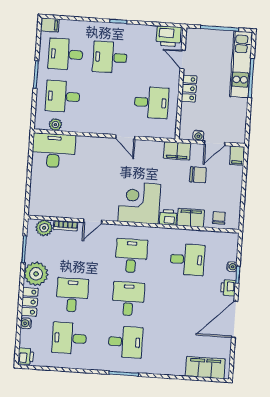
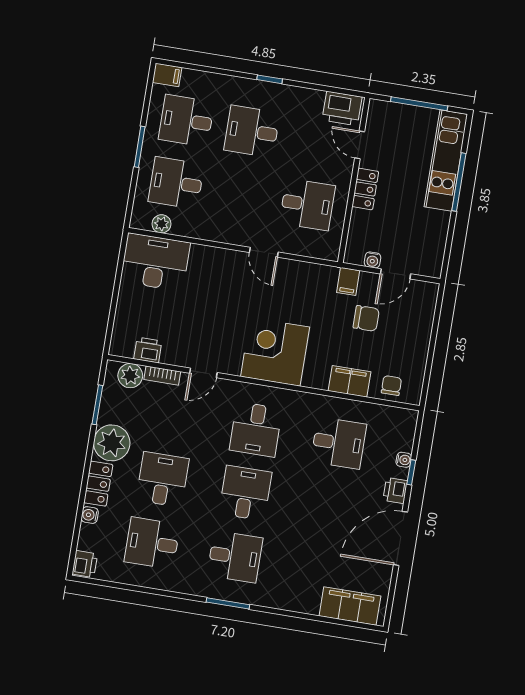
filing cabinet: (177, 151) -> (348, 281), width x0.50
filing cabinet: (237, 156) -> (427, 296), removed
printer: (168, 217) -> (148, 350), moved
desk: (131, 256) -> (256, 429), turned 180

